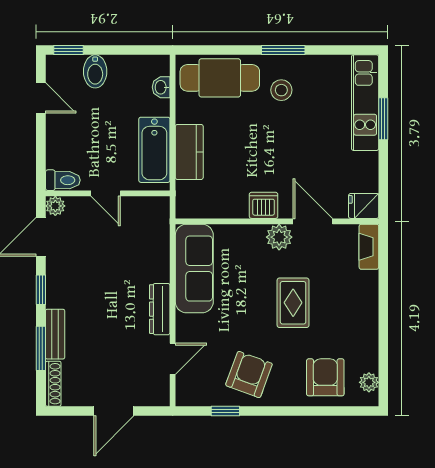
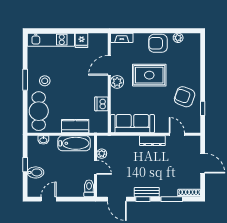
window: (68, 50) -> (25, 165), moved
window: (383, 119) -> (59, 31), removed
door: (106, 193) -> (96, 167), hinge flipped
dishwasher: (264, 205) -> (101, 104), moved
plant: (55, 206) -> (102, 154), moved
fridge: (364, 206) -> (82, 40), moved
rug: (293, 303) -> (149, 75), width x1.36, depth x1.43
bench: (55, 334) -> (147, 192), moved
armchair: (325, 377) -> (158, 43), moved
plant: (369, 382) -> (178, 38), moved

